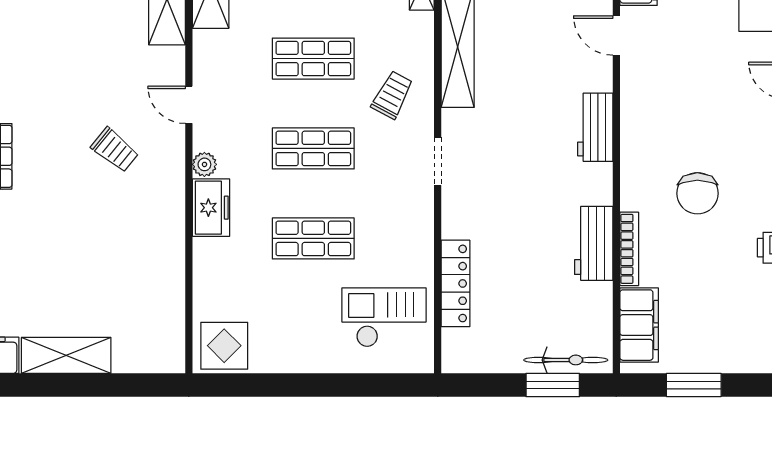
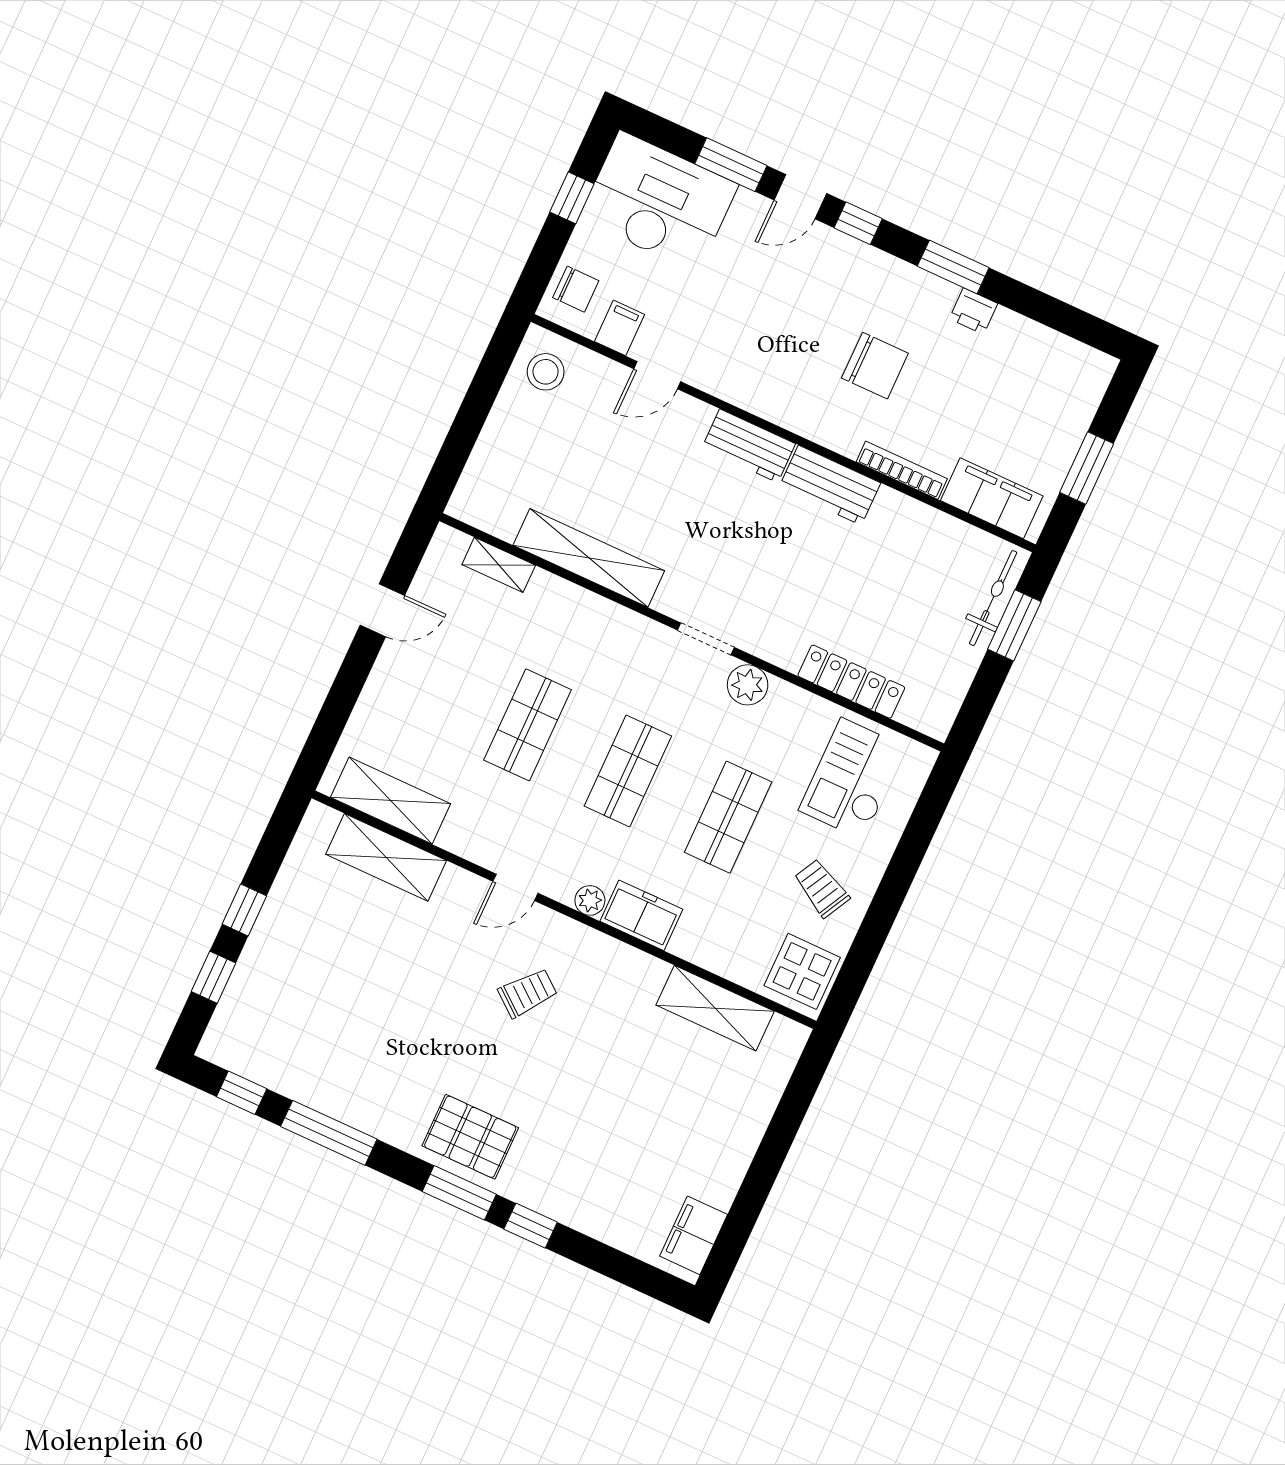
trolley: (392, 95) -> (822, 888), moved
plant: (418, 208) -> (748, 685), added
workbench: (594, 243) -> (830, 485), moved
shelving: (66, 355) -> (715, 1008), moved, turned 90

